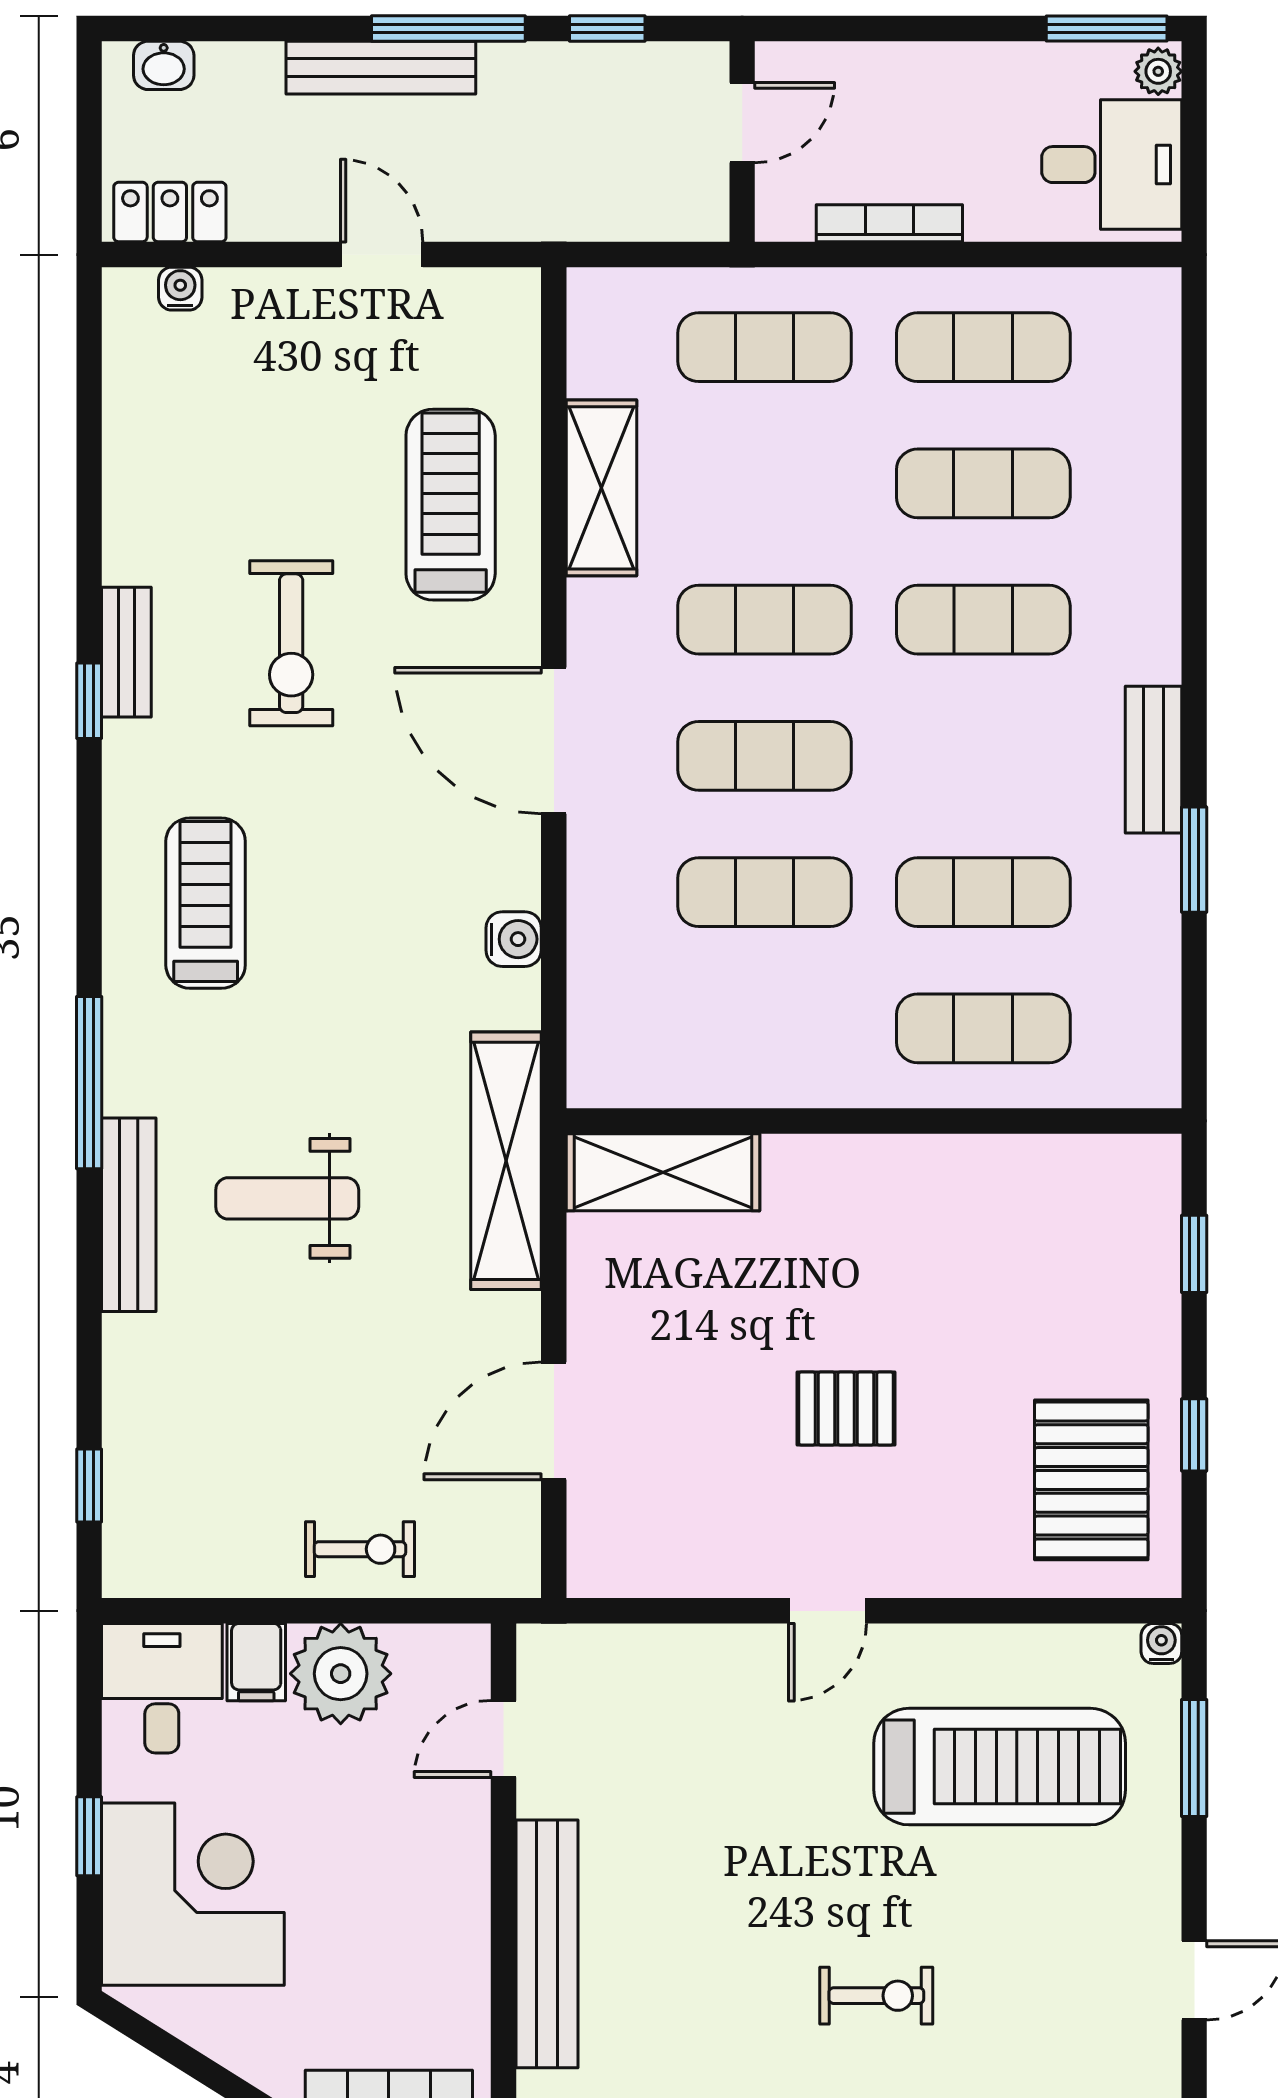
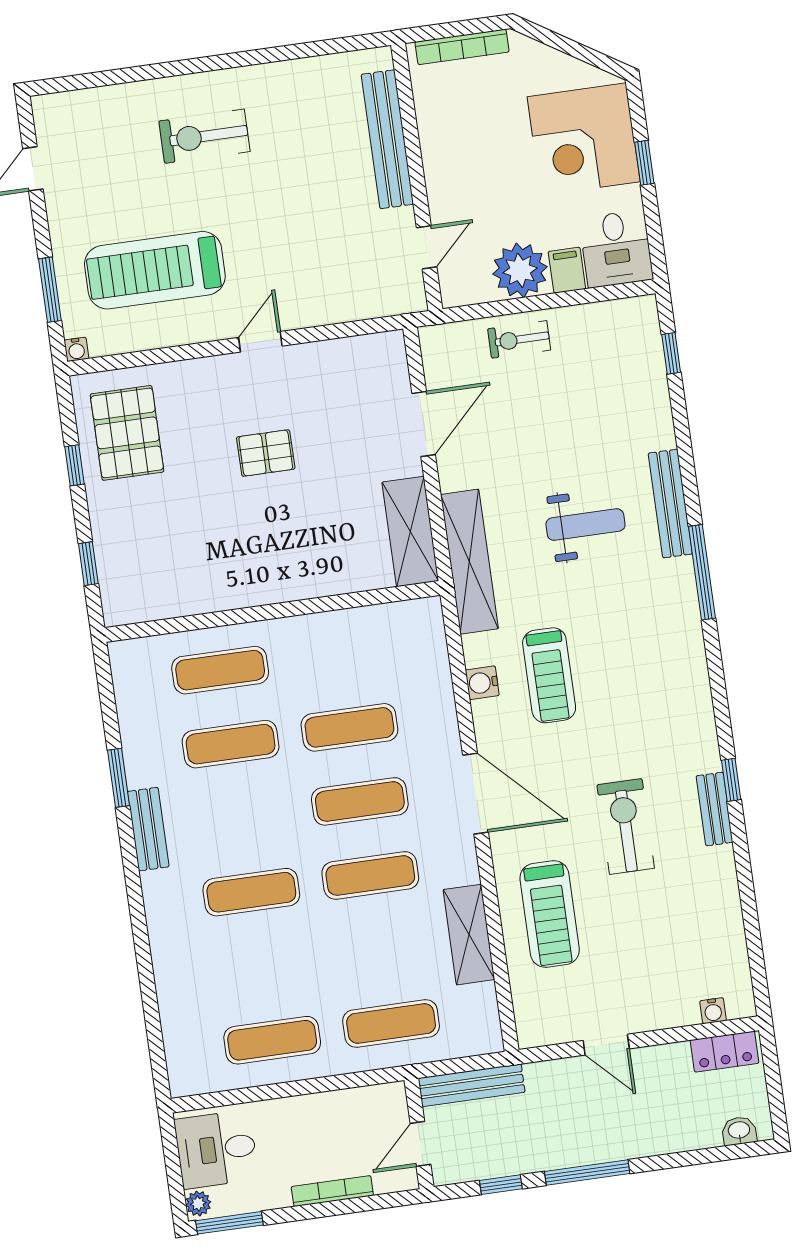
bench: (381, 68) -> (472, 1085), moved
bookcase: (889, 223) -> (332, 1191), moved, turned 180
exercise mat: (983, 483) -> (262, 966), removed
treadmill: (206, 903) -> (549, 675), moved
shelving: (663, 1172) -> (410, 531), moved, turned 90
exercise bike: (876, 1996) -> (204, 136), width x1.38, depth x1.39

